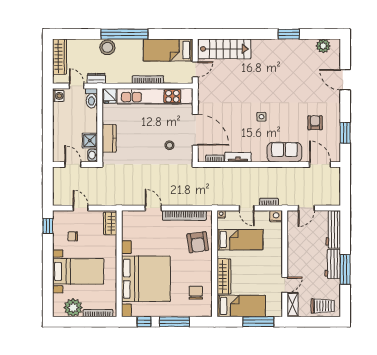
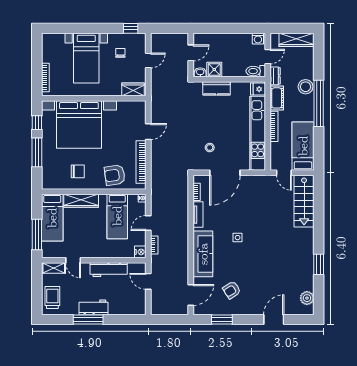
cot: (119, 77) -> (277, 98), added
armchair: (315, 123) -> (232, 290), turned 148
sofa: (284, 152) -> (203, 254), width x1.36
workbench: (333, 229) -> (109, 270), moved, turned 180
chair: (196, 293) -> (78, 171), moved
trolley: (323, 306) -> (52, 298), turned 180
plant: (73, 308) -> (51, 53), removed

